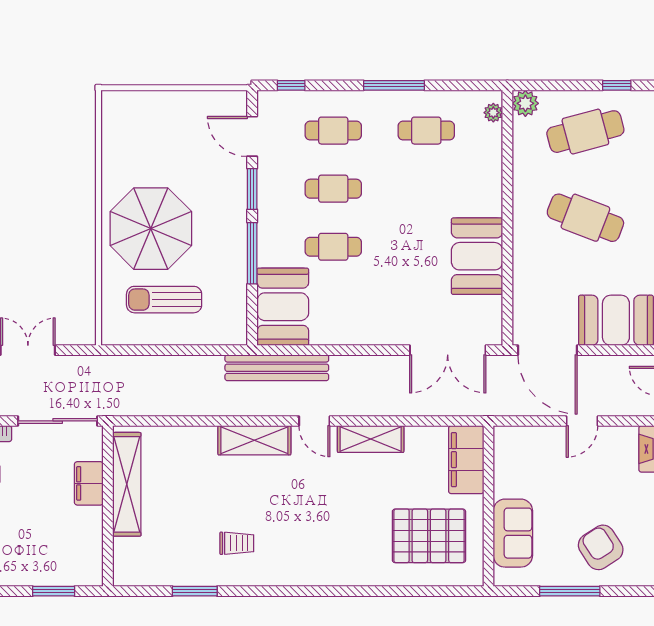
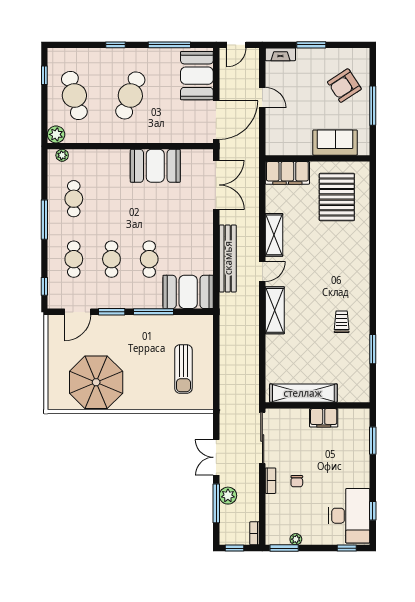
parasol: (151, 229) -> (96, 382), moved
bench: (277, 368) -> (228, 258), moved
filing cabinet: (89, 483) -> (324, 418), moved

